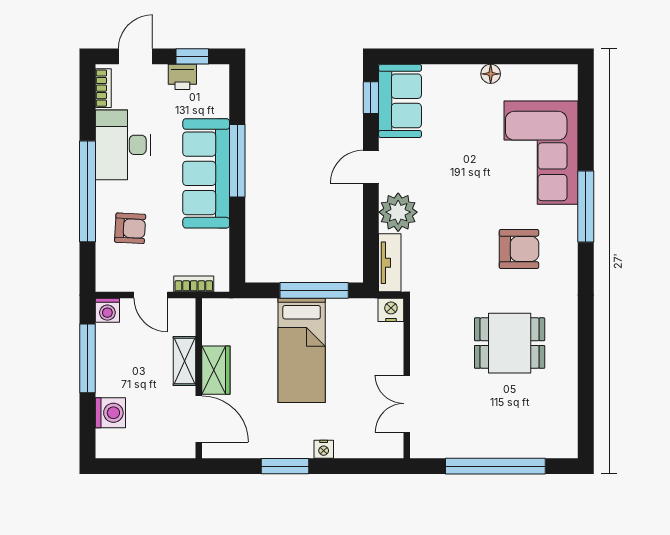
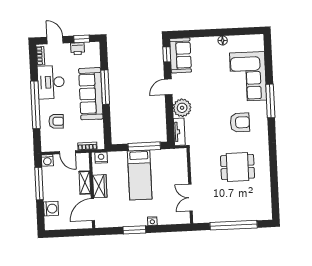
door: (136, 56) -> (55, 40), hinge flipped
nightstand: (391, 310) -> (101, 158), moved
door: (199, 419) -> (93, 210), swing flipped

